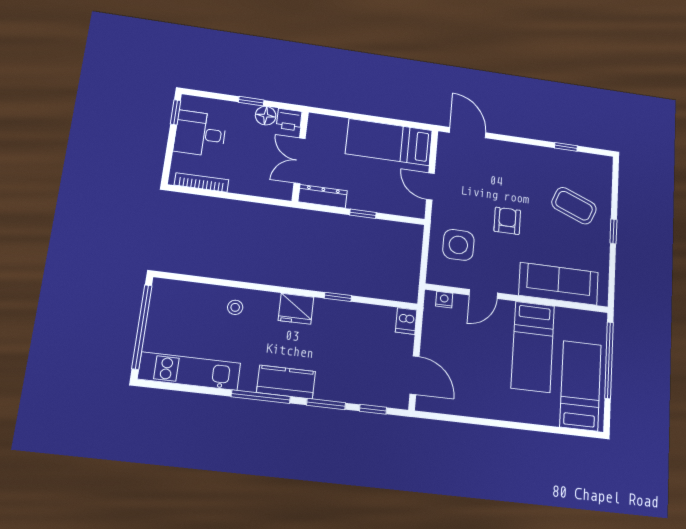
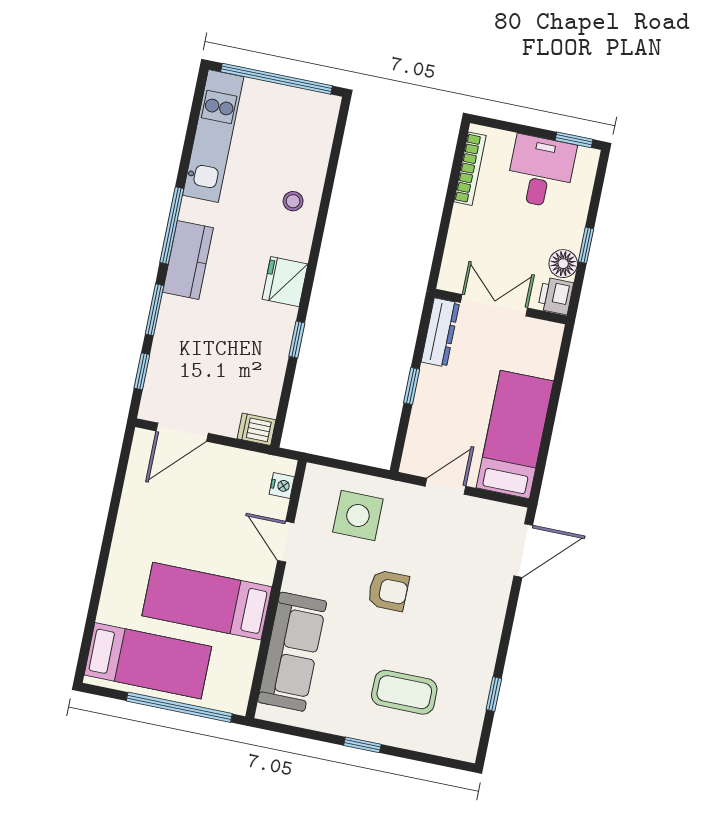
coffee table: (574, 206) -> (404, 692), turned 68

